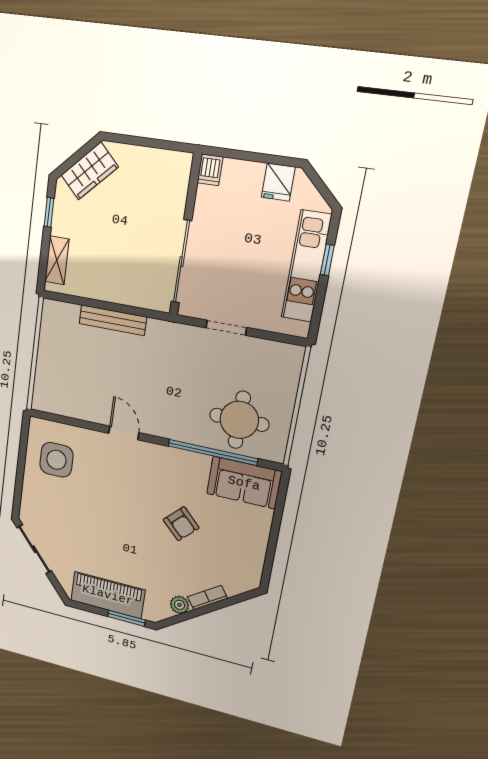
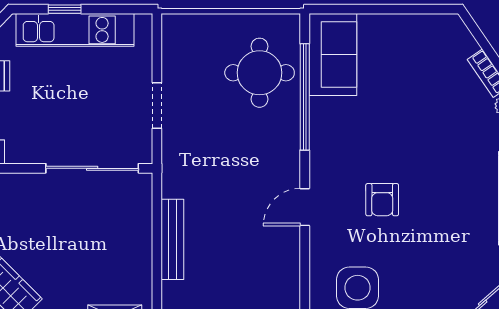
armchair: (181, 524) -> (382, 200), moved, turned 135

